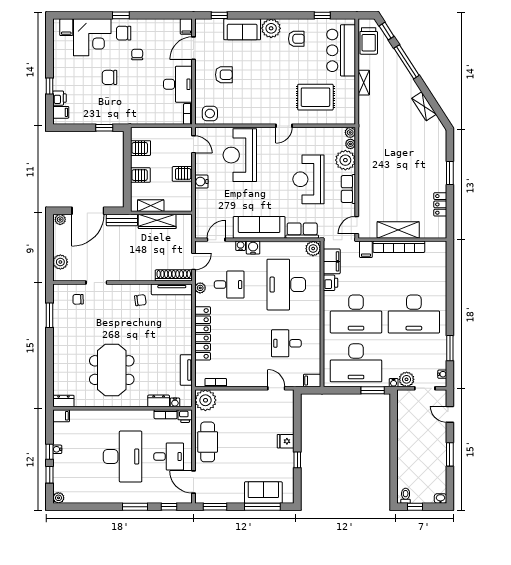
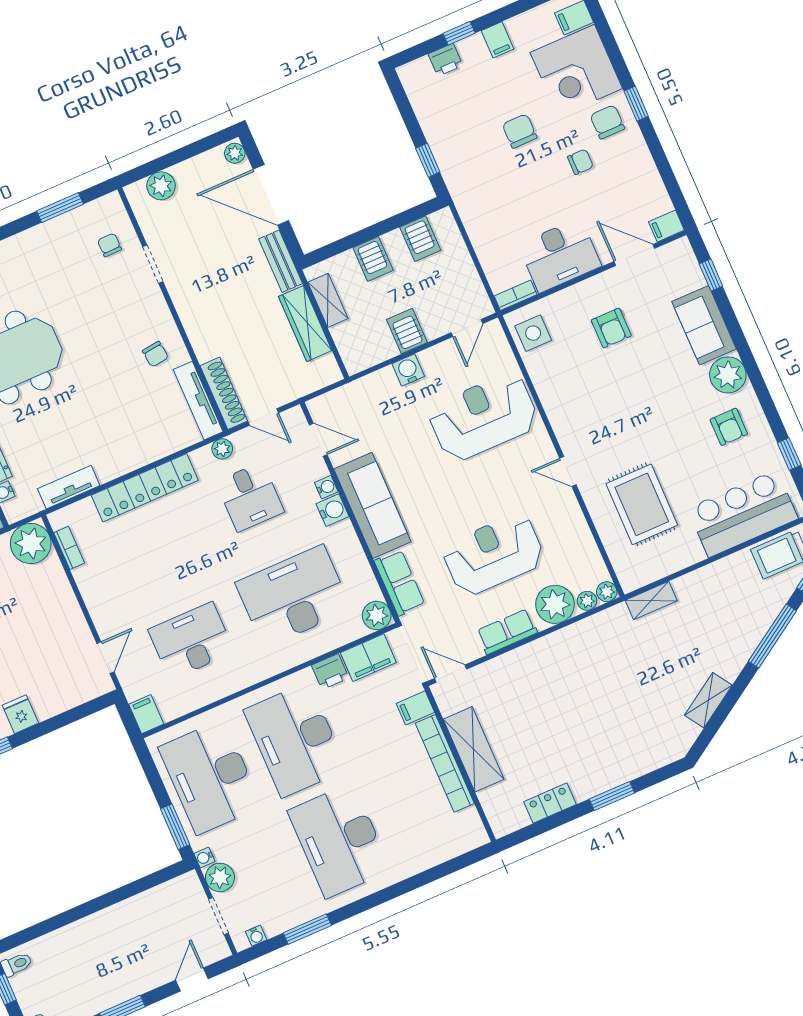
shelving: (364, 83) -> (651, 601), moved
filing cabinet: (61, 112) -> (498, 40), moved
desk: (286, 343) -> (191, 641), width x1.37

